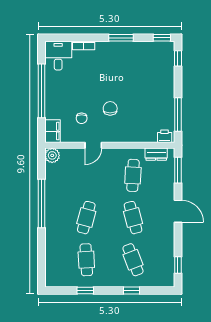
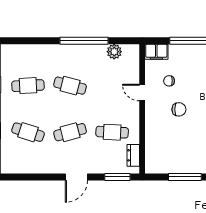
window: (178, 114) -> (185, 177), moved
printer: (165, 136) -> (151, 164), removed
plant: (52, 155) -> (114, 52), moved
cafe table: (133, 260) -> (28, 132), turned 39
window: (178, 265) -> (23, 177), removed

